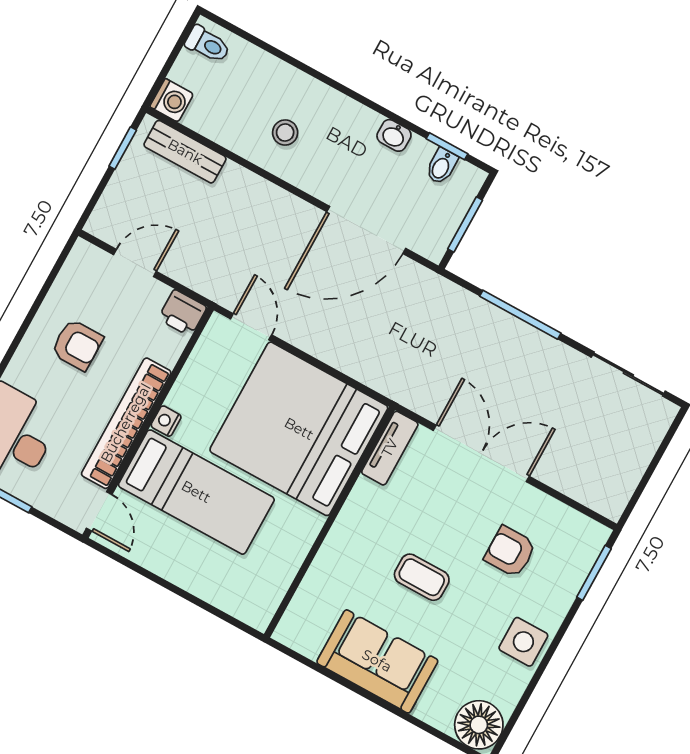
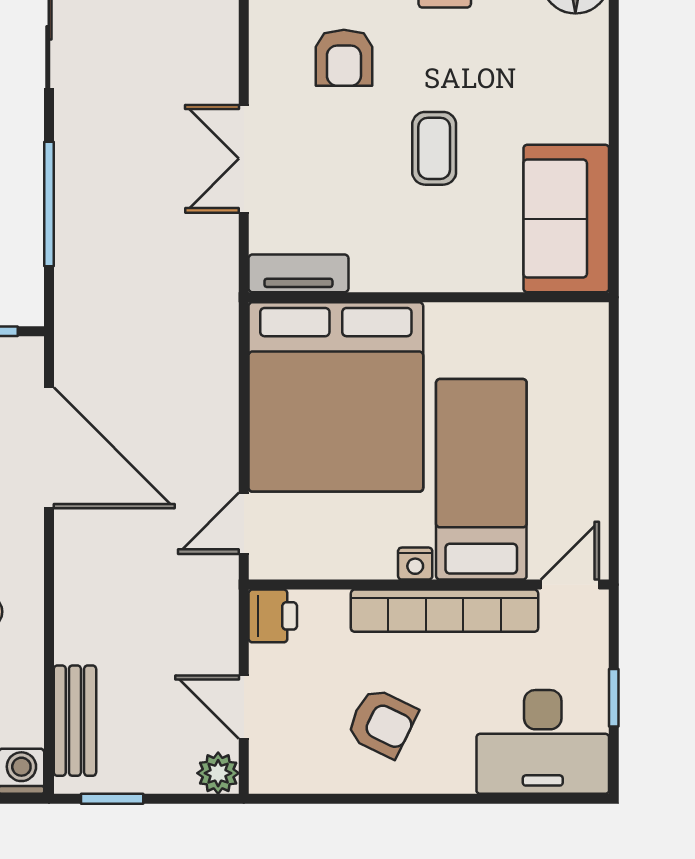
plant: (102, 224) -> (218, 773), added
armchair: (77, 345) -> (382, 723), turned 116
double door: (481, 453) -> (244, 159), width x0.73
sofa: (377, 661) -> (566, 219), moved

